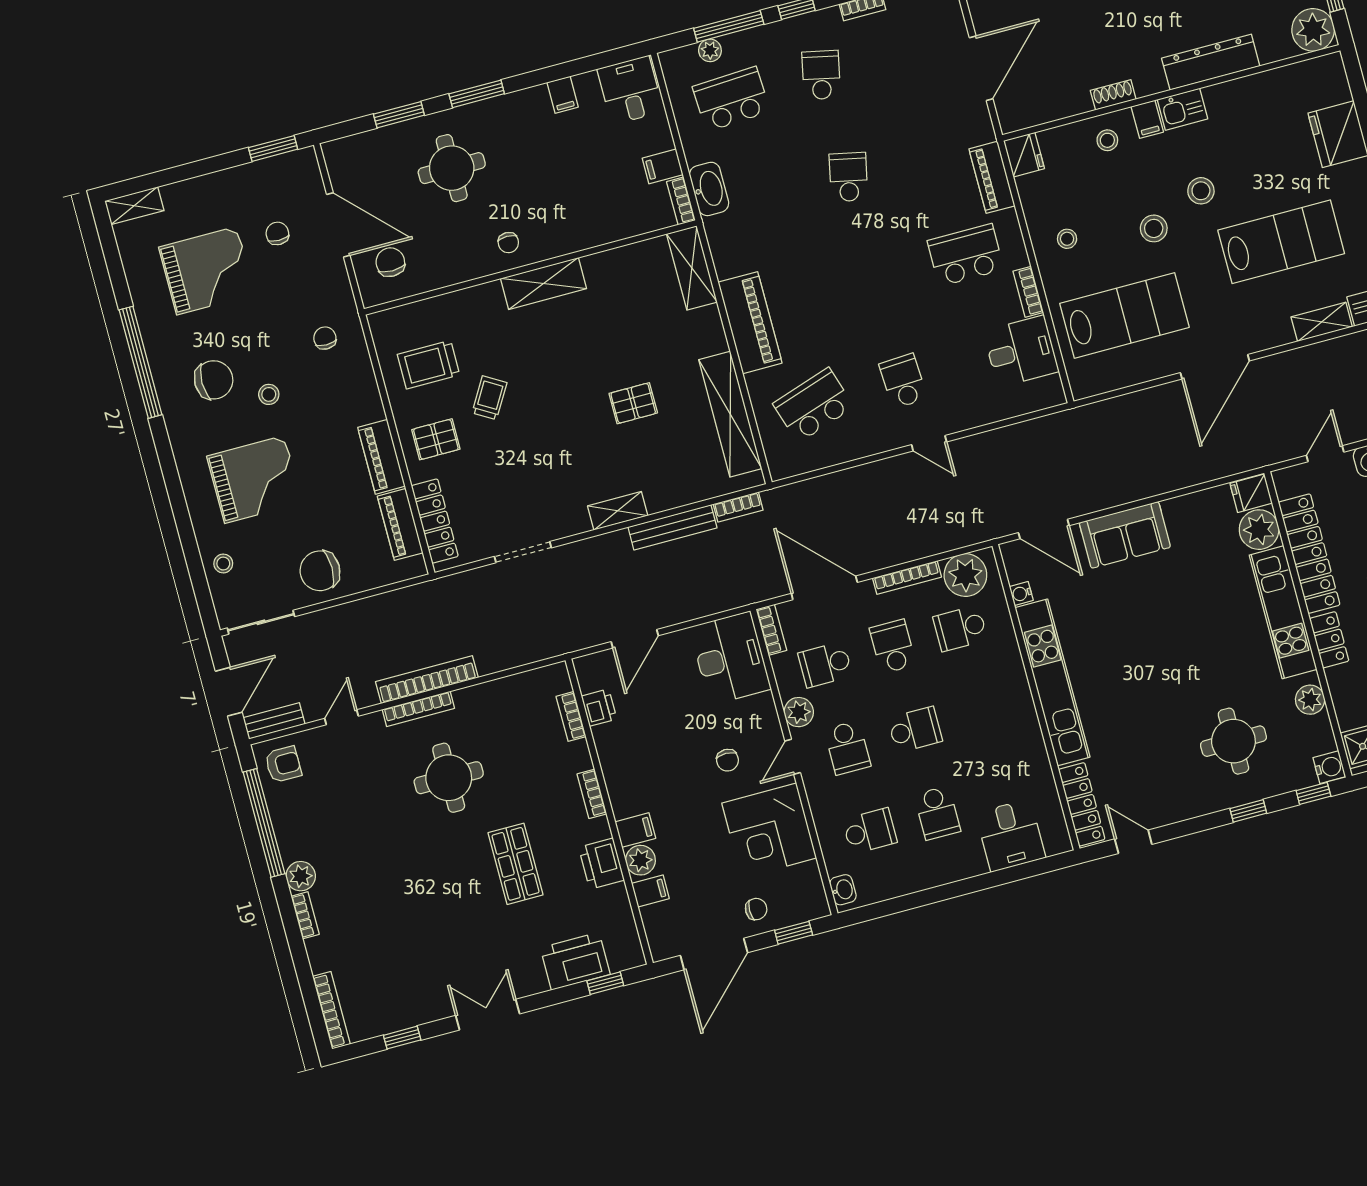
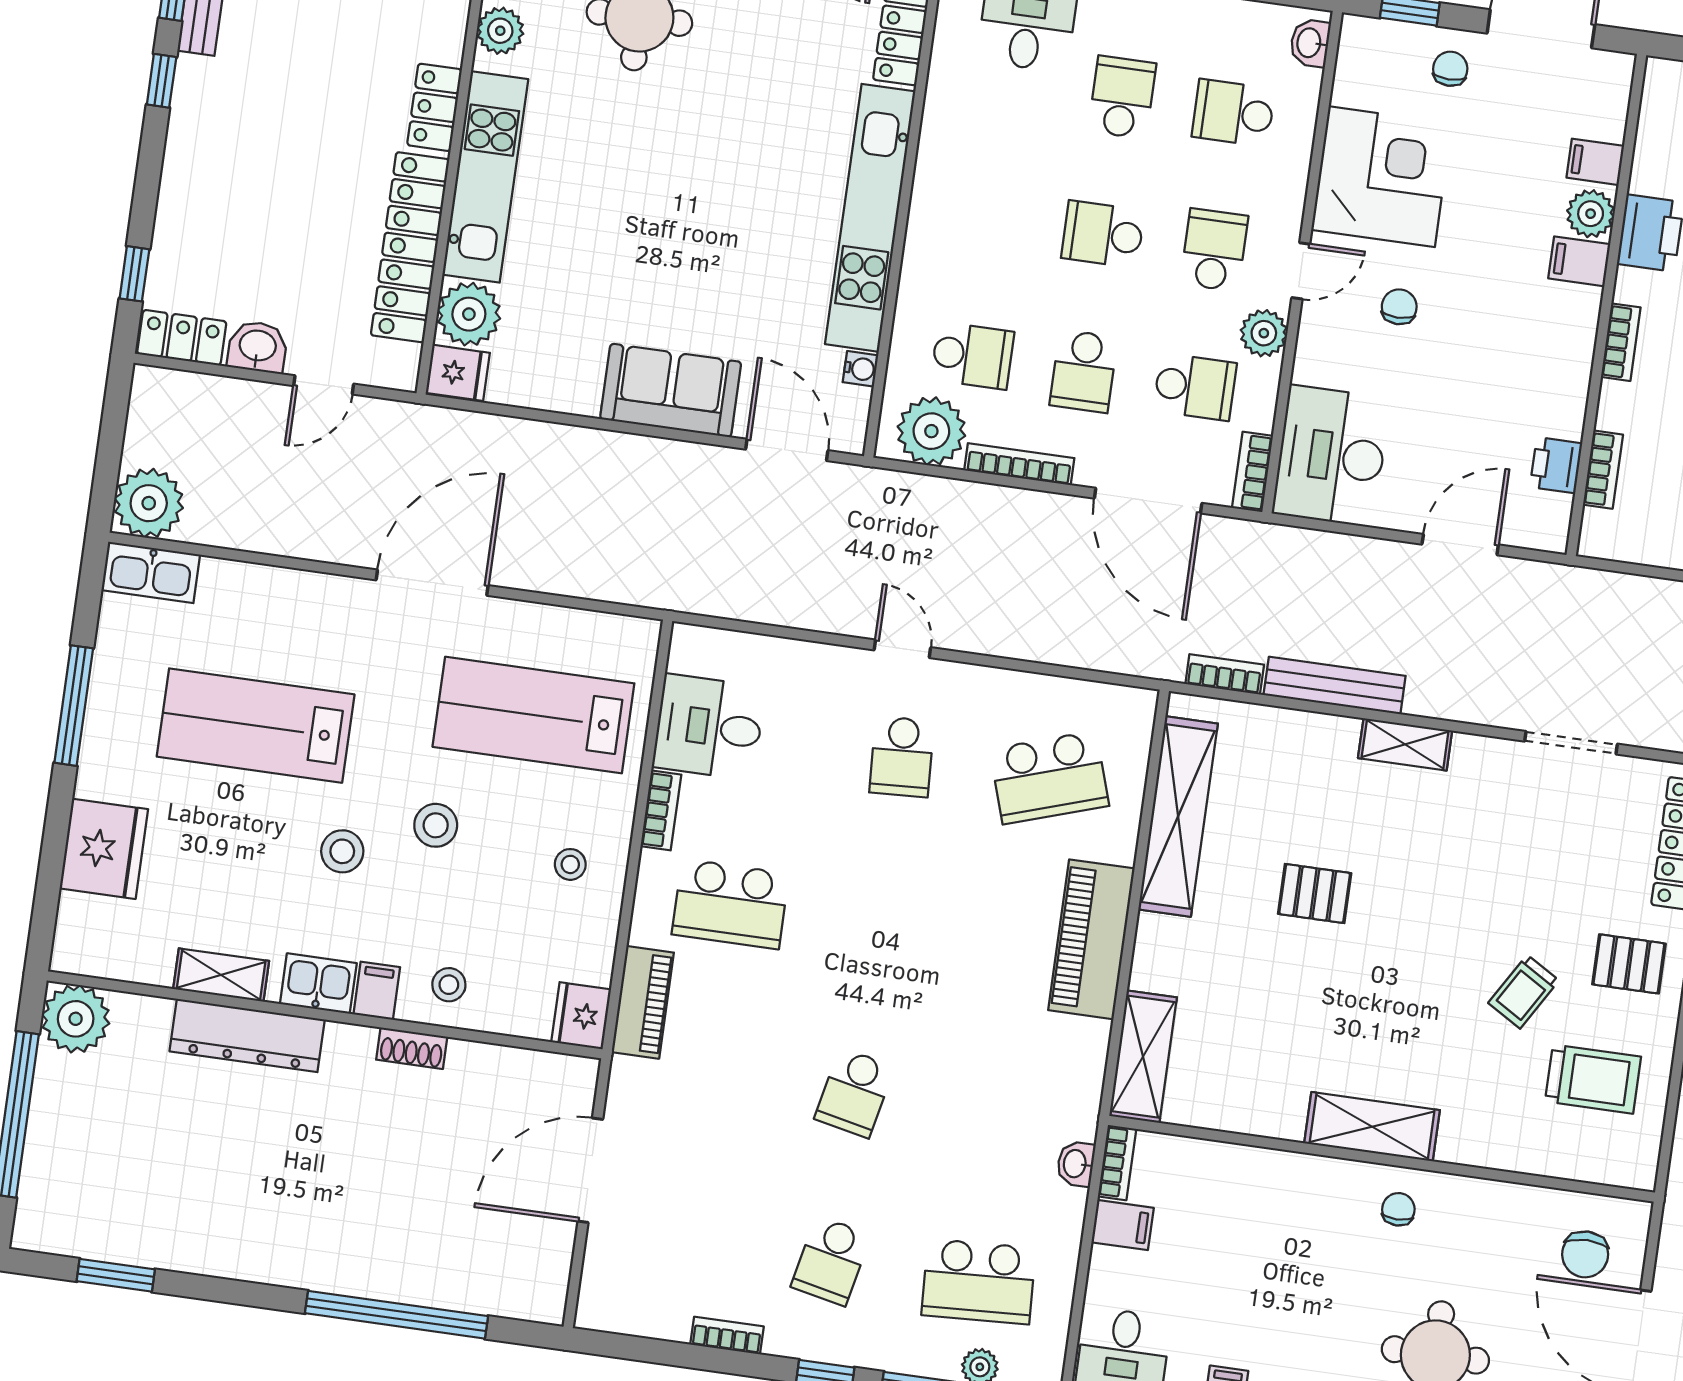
washbasin: (709, 189) -> (1076, 1164), width x0.52, depth x0.69
shelving: (1322, 322) -> (221, 975), moved
chair: (756, 909) -> (1450, 69), turned 90

